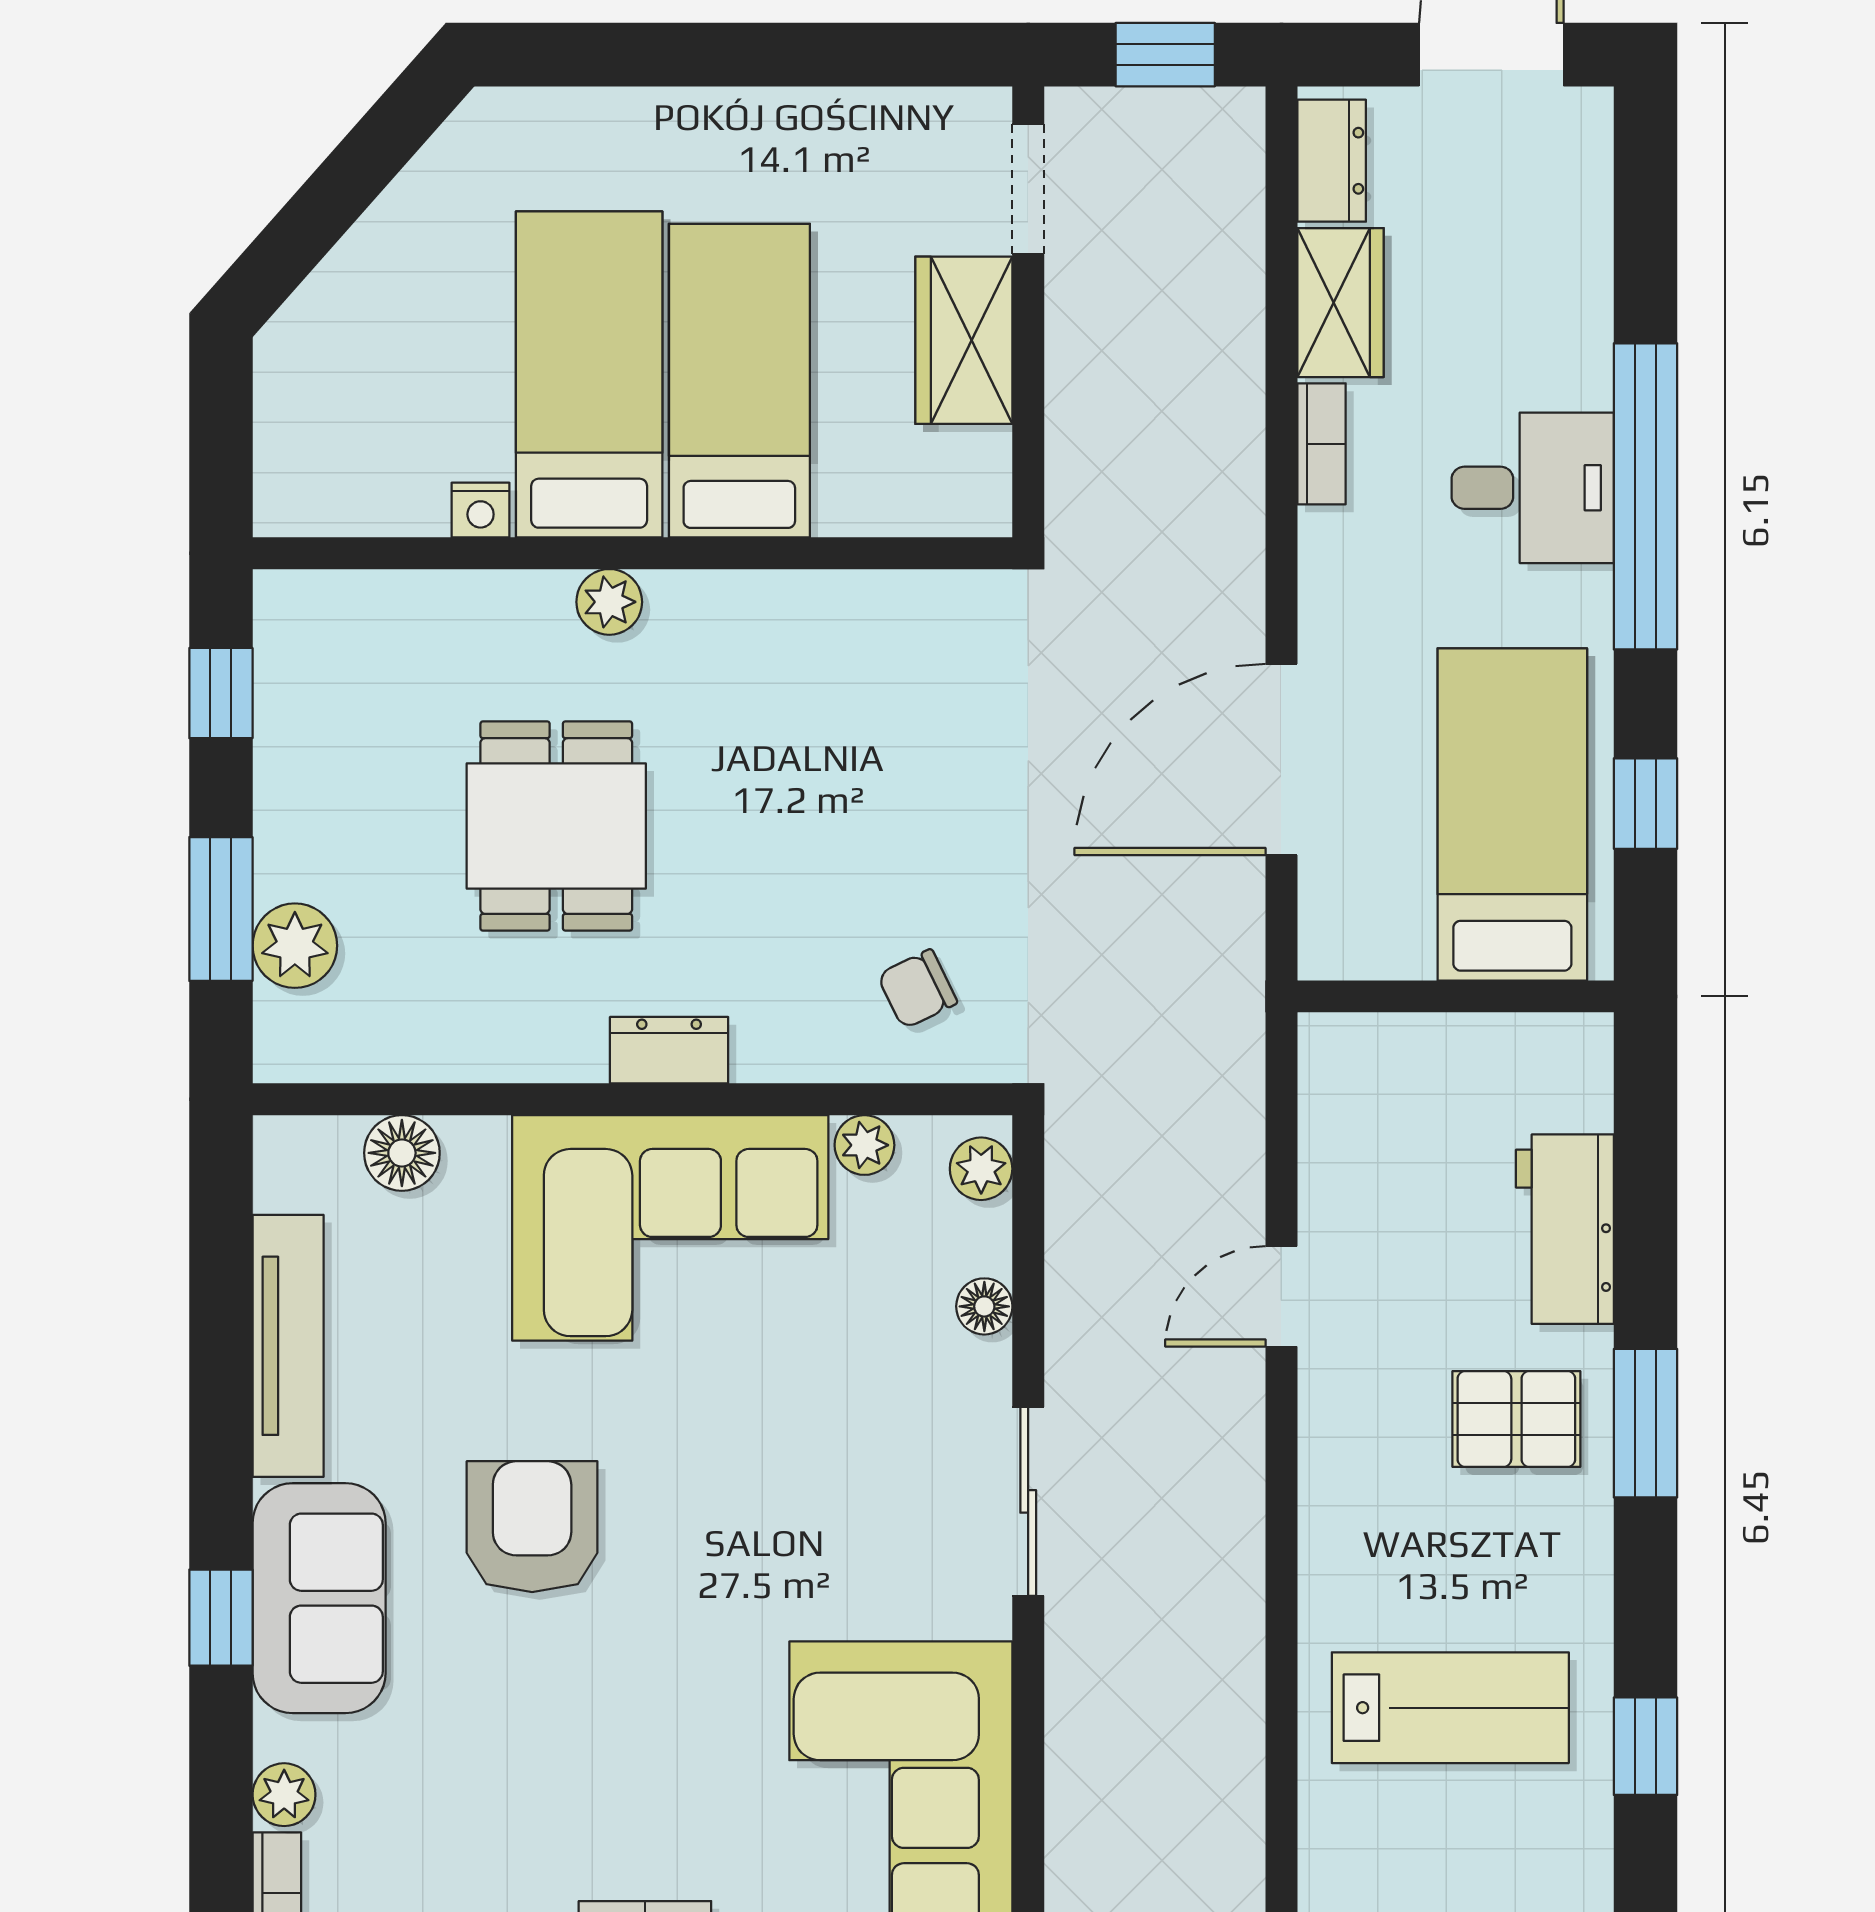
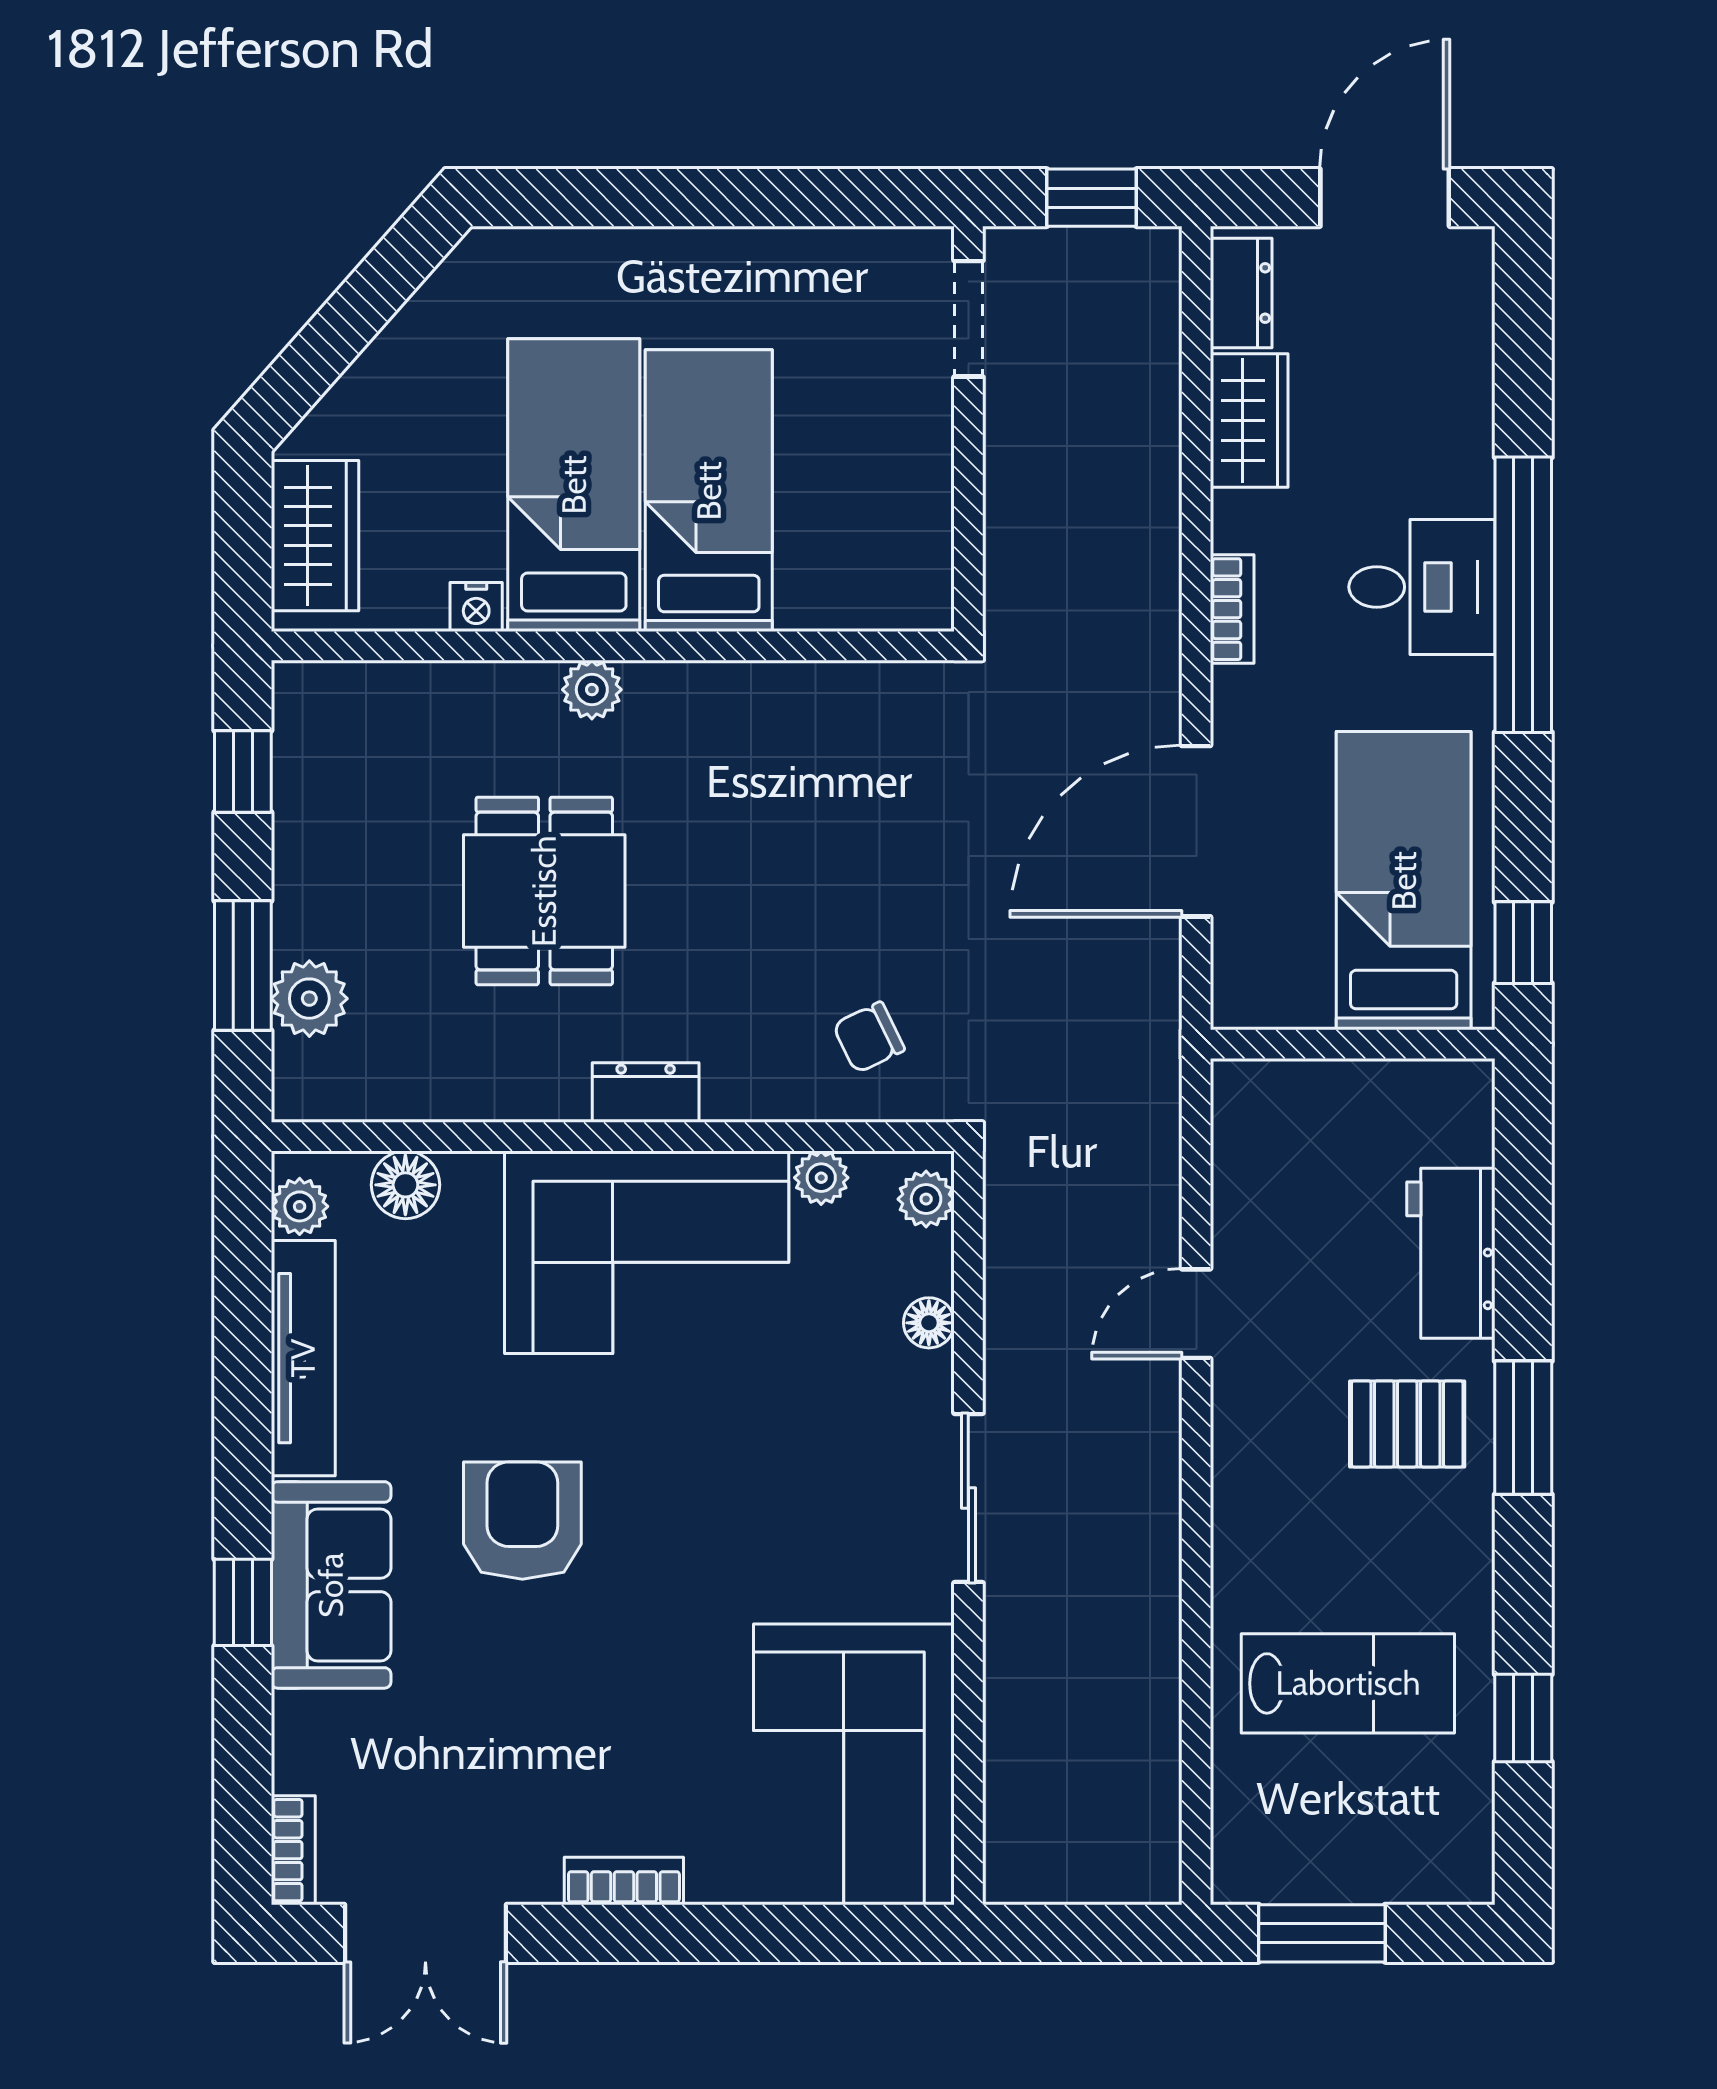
wardrobe: (964, 340) -> (315, 536), moved, turned 180
bookcase: (1321, 444) -> (1232, 609), moved
window: (1646, 804) -> (1523, 943), moved
plant: (284, 1795) -> (300, 1206), moved

